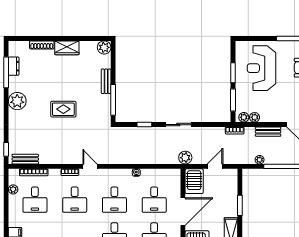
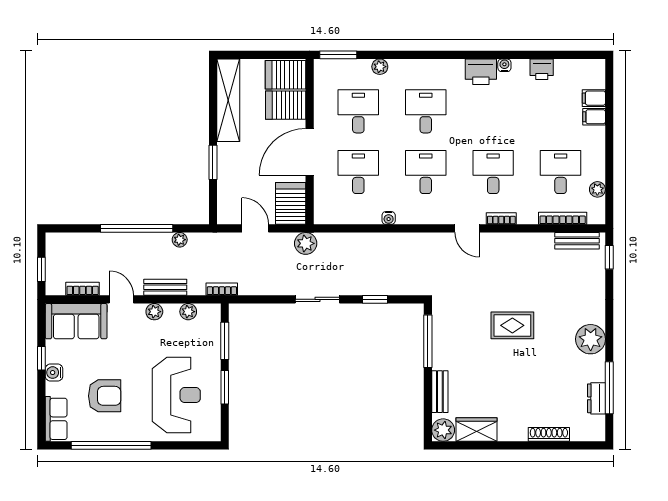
wardrobe: (67, 48) -> (476, 430), moved
bench: (106, 81) -> (440, 392), moved
plant: (244, 117) -> (154, 312), moved
door: (215, 166) -> (255, 228), swing flipped

